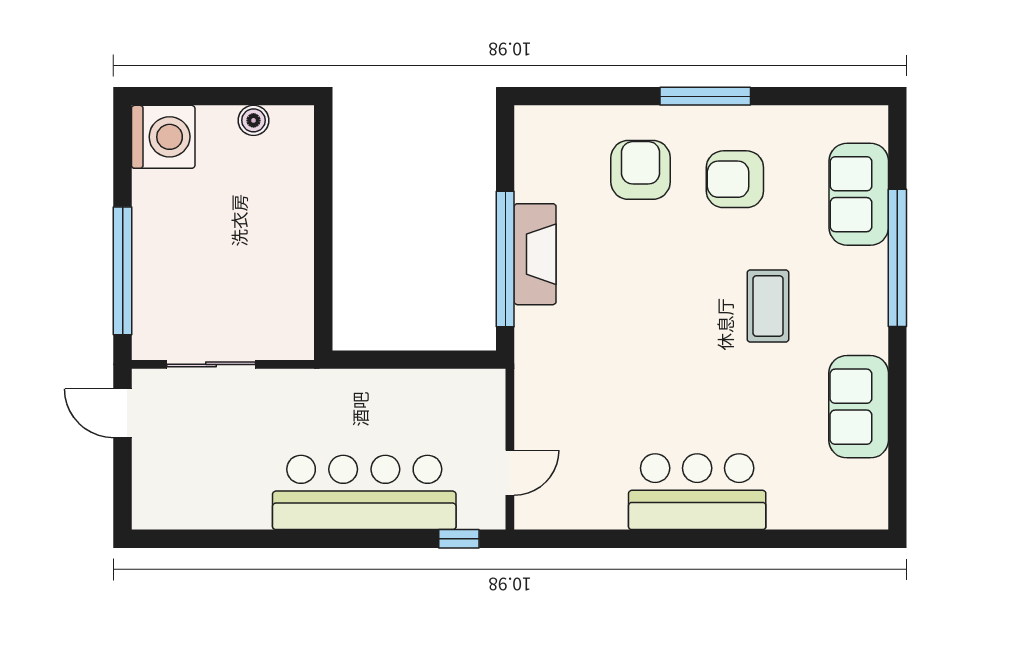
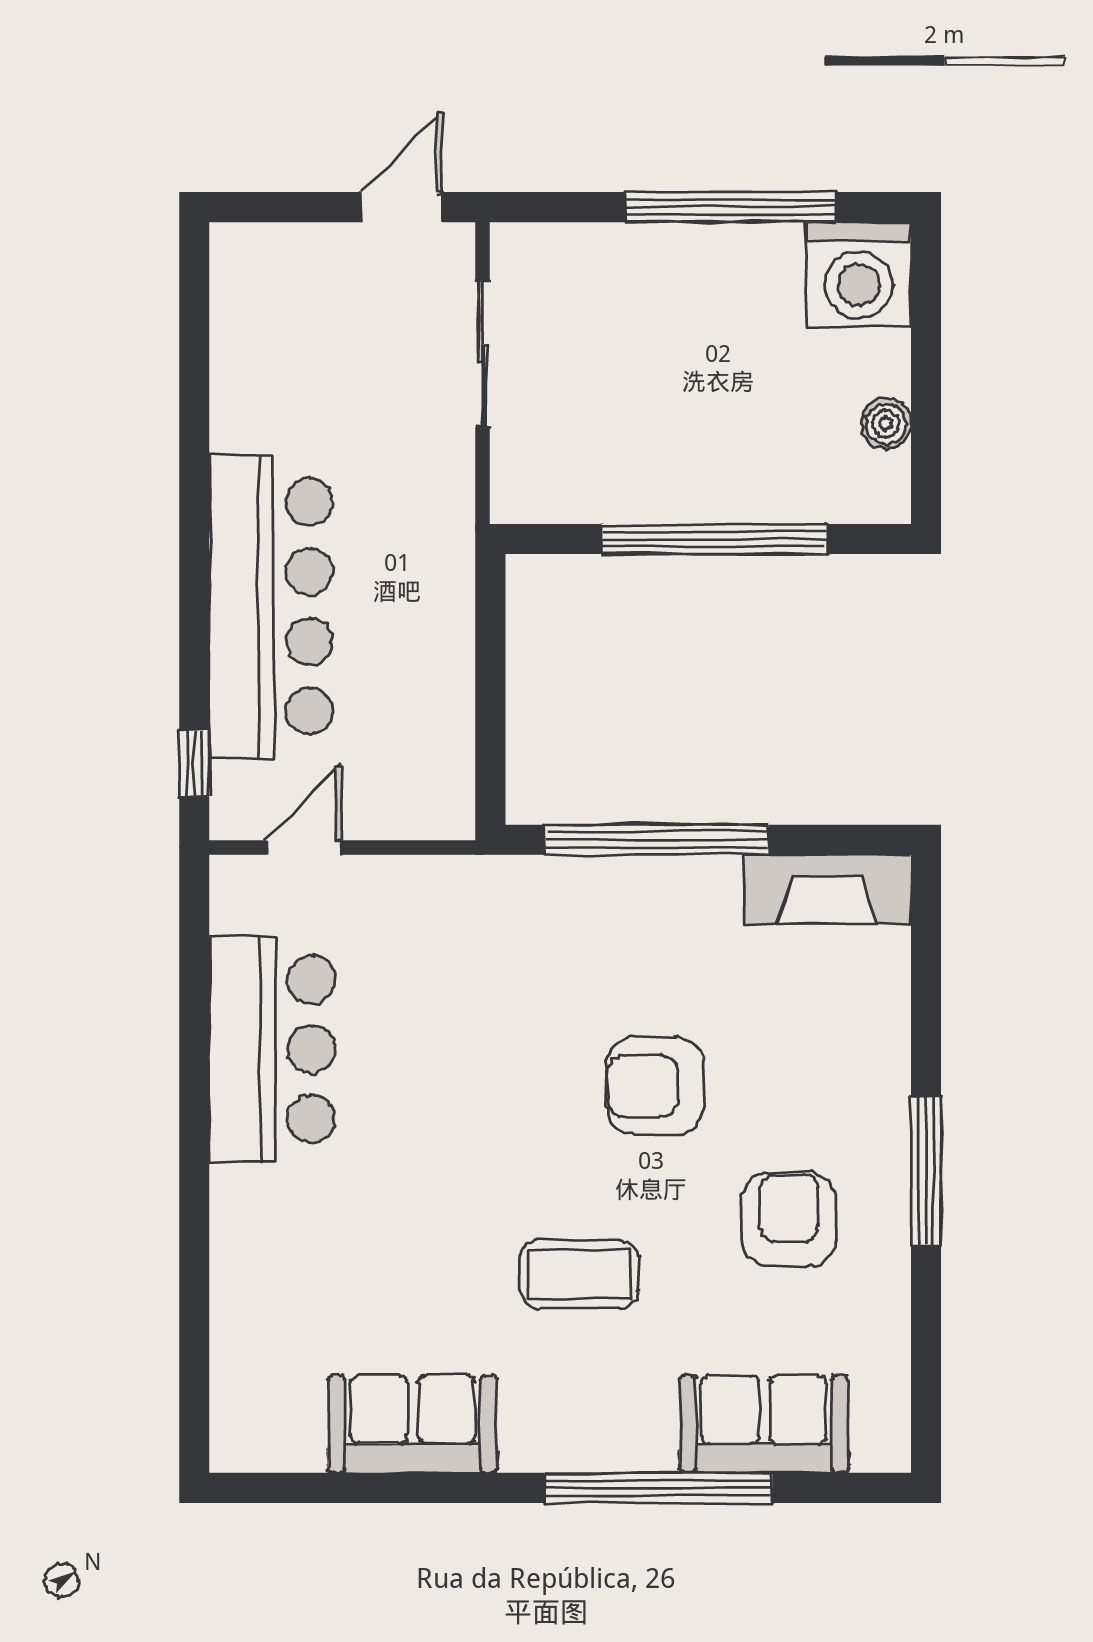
armchair: (641, 170) -> (655, 1086), moved, turned 180
window: (323, 224) -> (715, 539), added
fireplace: (535, 254) -> (827, 889), moved
window: (123, 271) -> (731, 207), moved
door: (510, 473) -> (304, 848), swing flipped
bar counter: (697, 492) -> (272, 1049), moved

